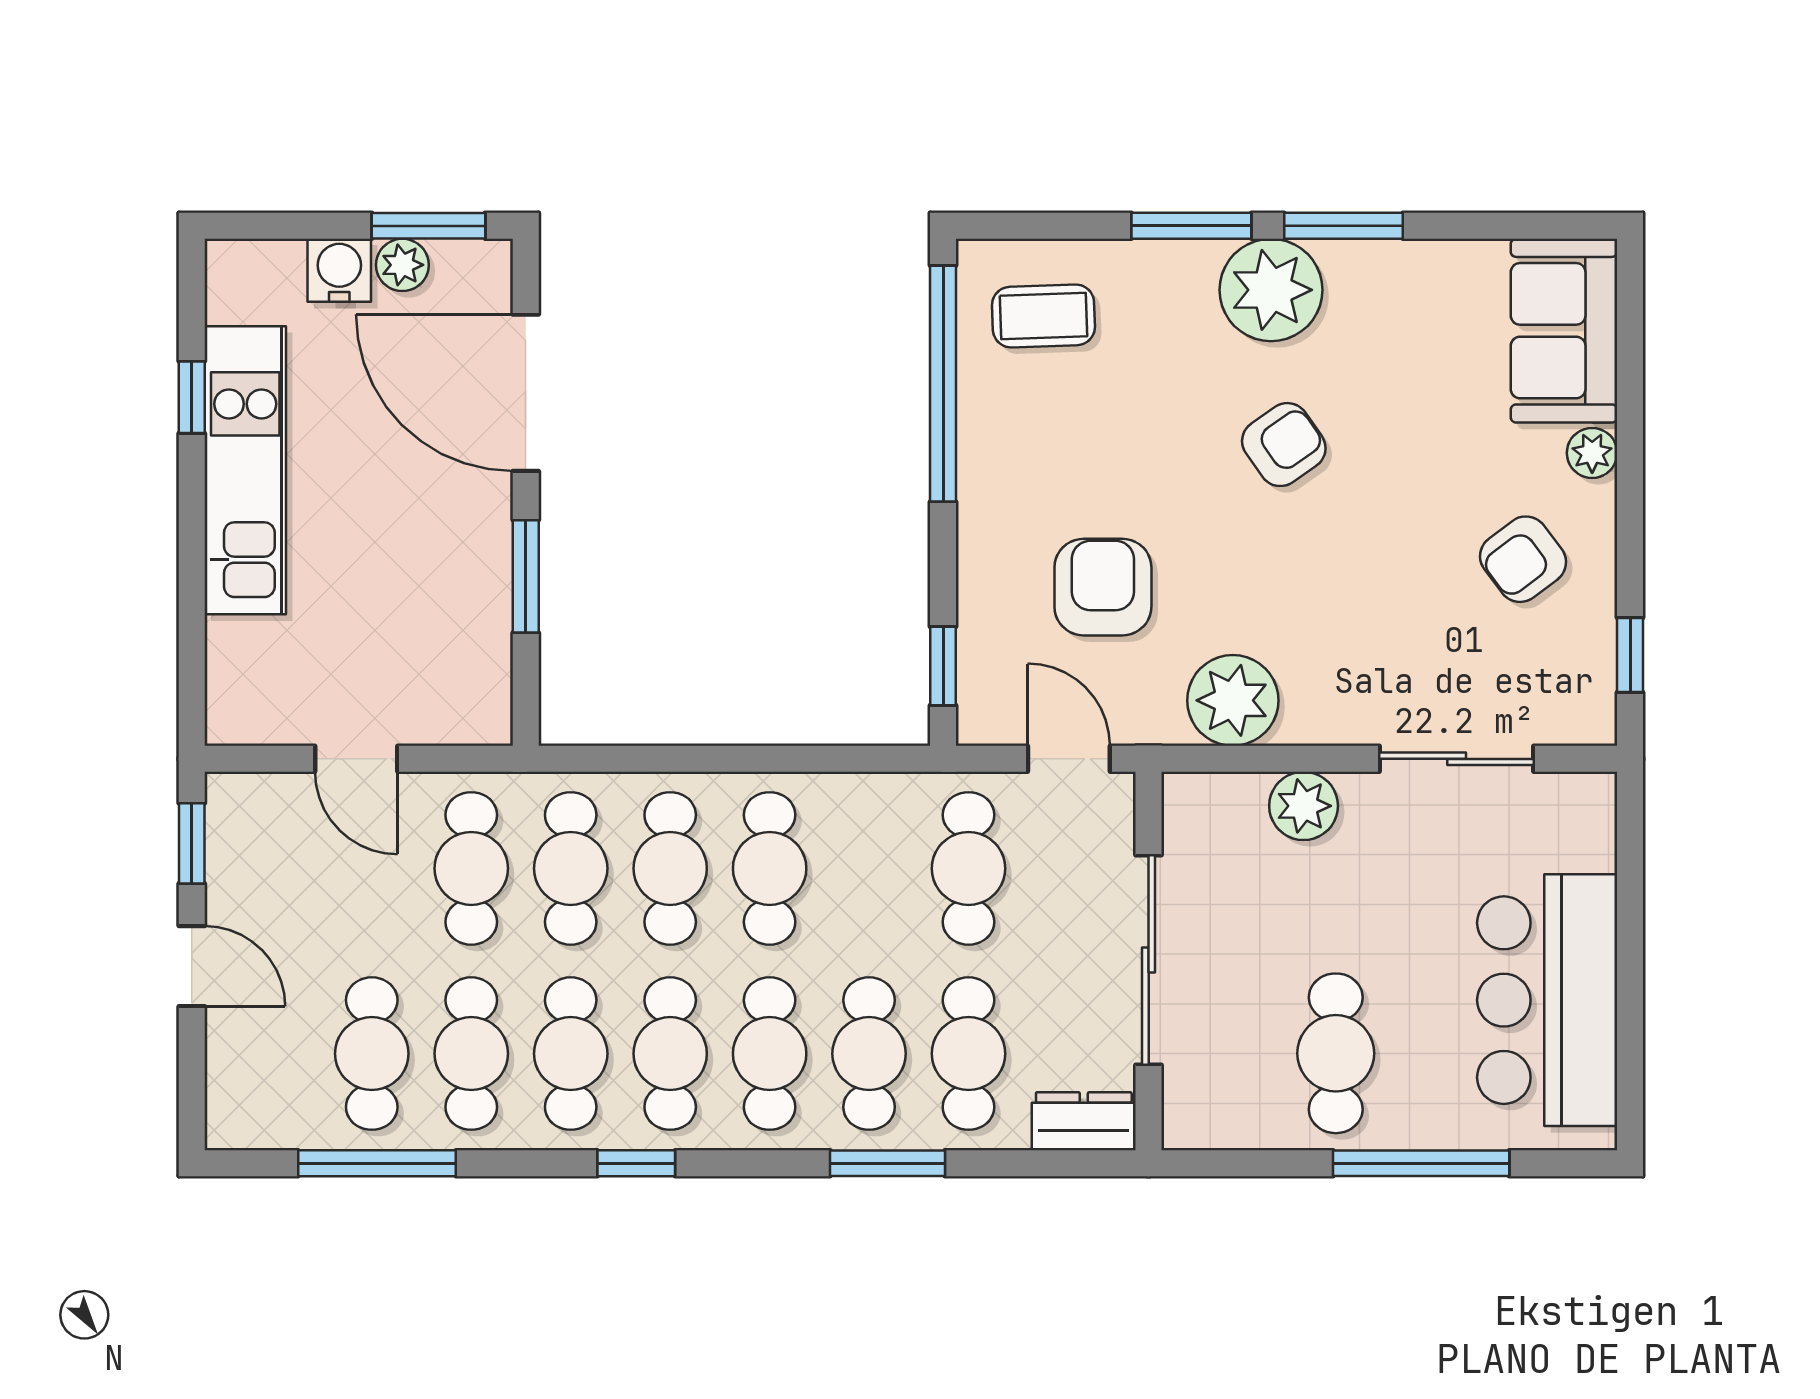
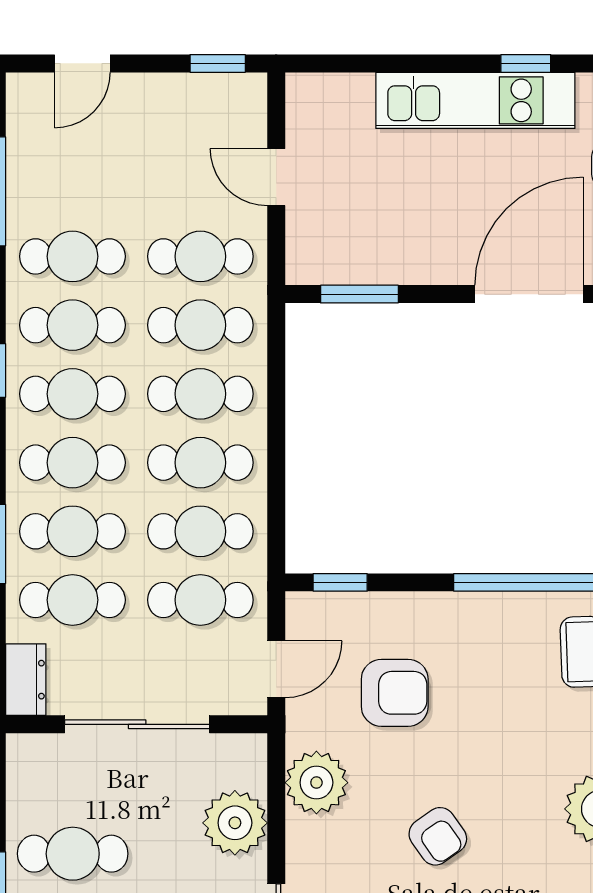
armchair: (1284, 445) -> (438, 836), moved
window: (526, 576) -> (359, 294), moved
door: (356, 759) -> (276, 177), hinge flipped
plant: (1304, 806) -> (235, 823), width x1.36, depth x1.36
door: (192, 966) -> (82, 63), moved
cafe table: (372, 1054) -> (200, 531), moved

